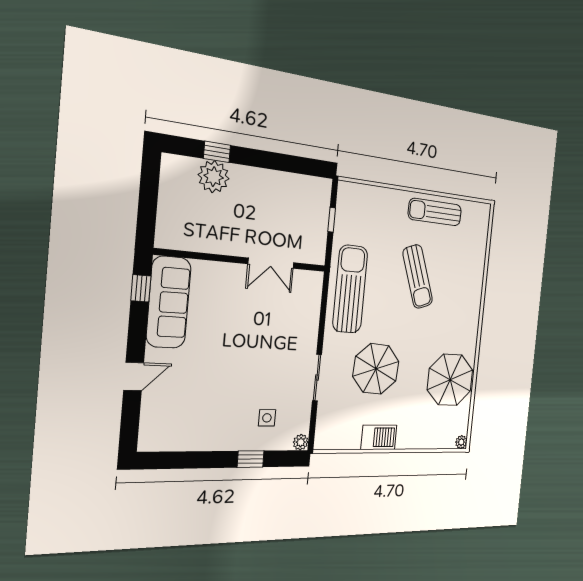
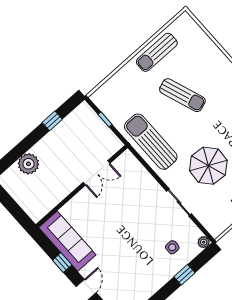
window: (217, 152) -> (52, 121), moved
window: (141, 288) -> (62, 263), moved

